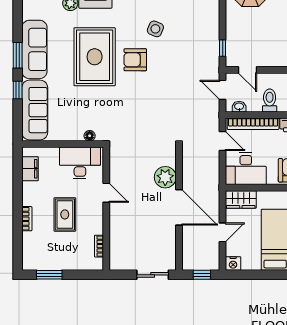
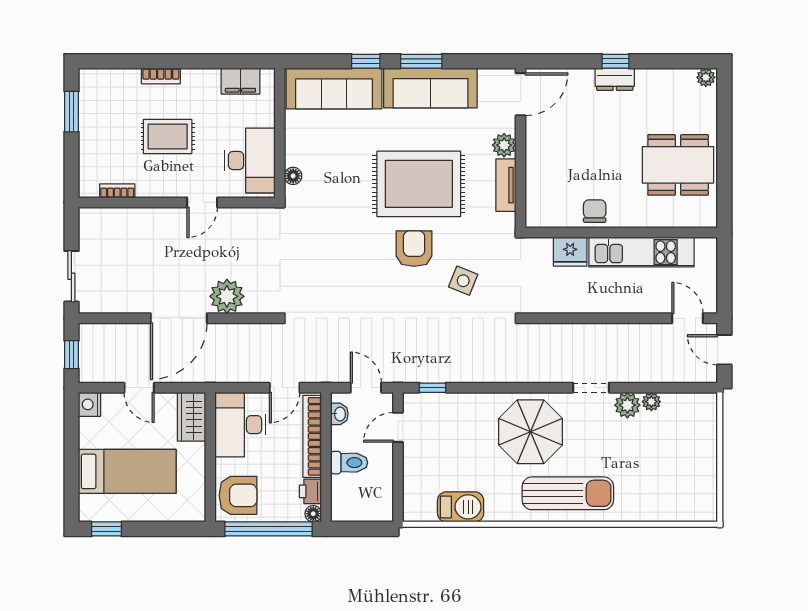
door: (223, 90) -> (366, 388), hinge flipped

